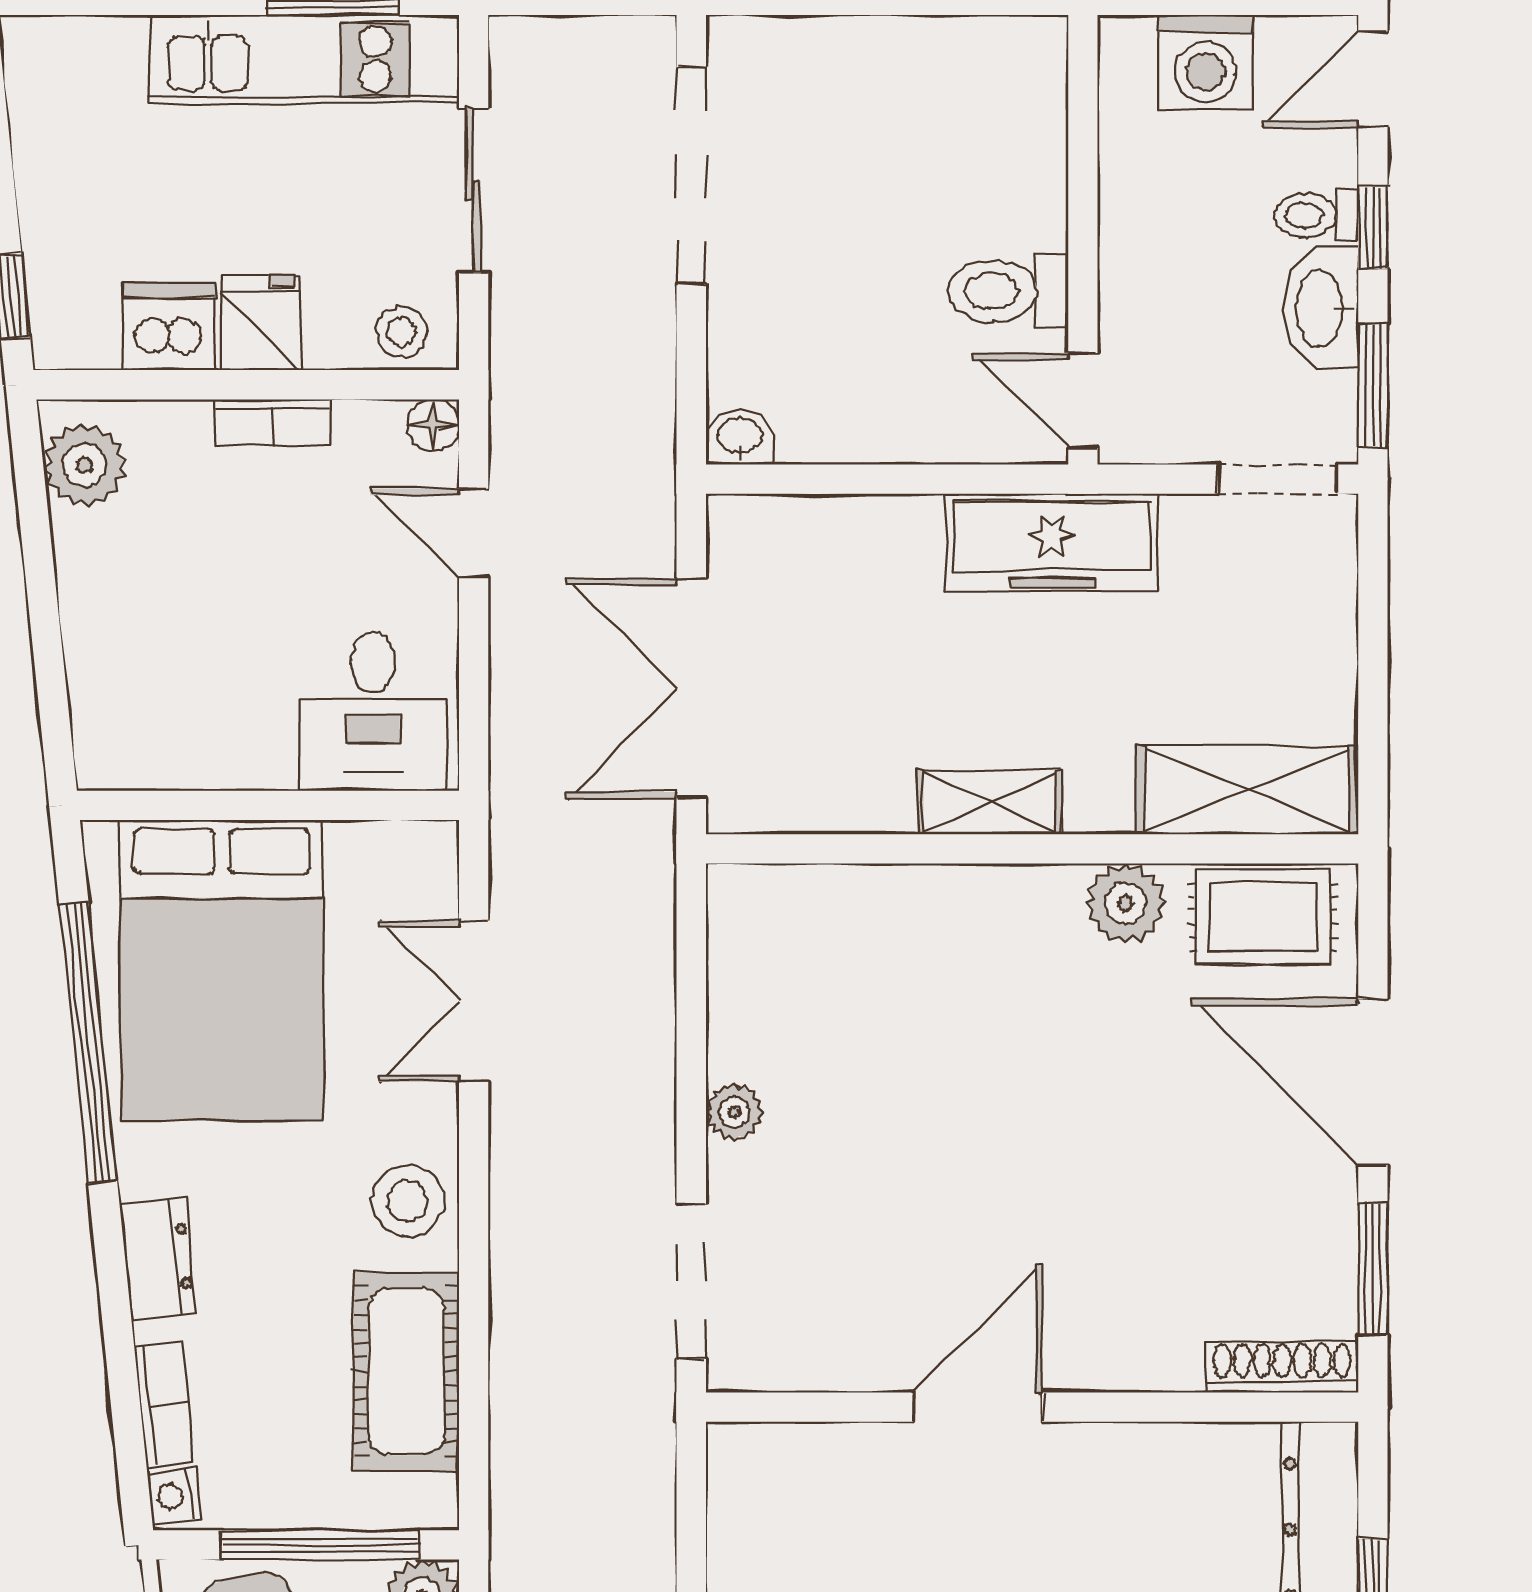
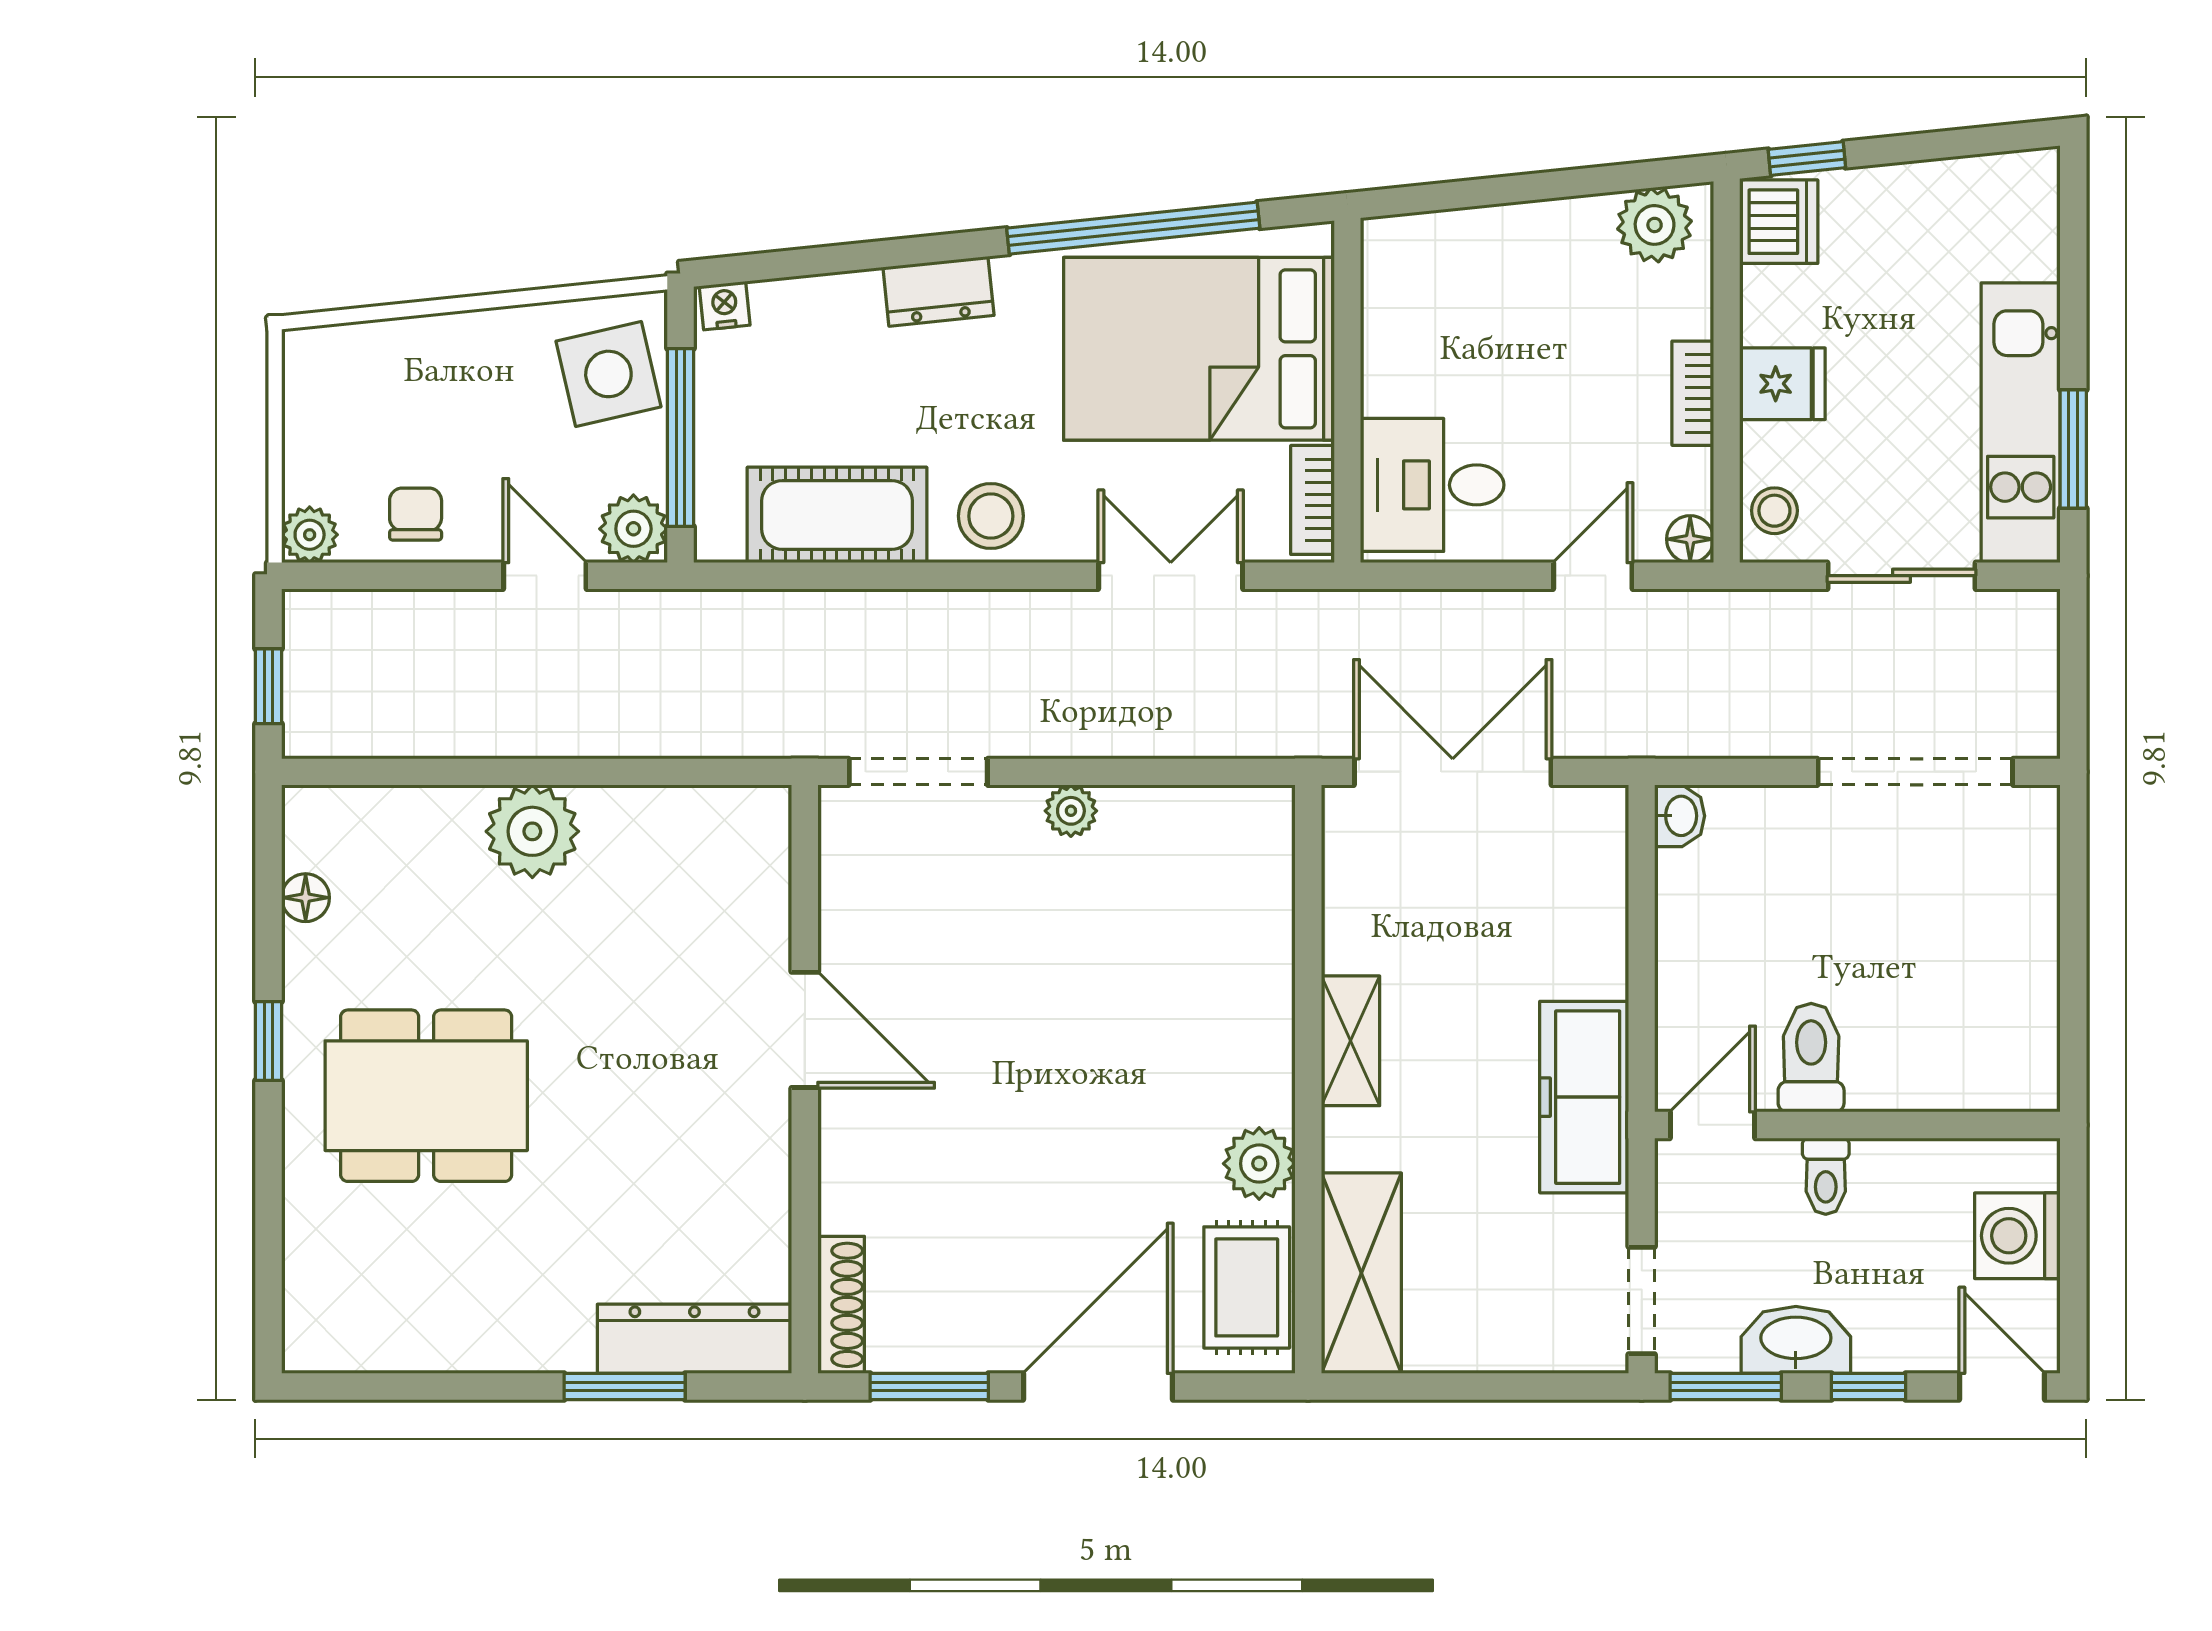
toilet: (1316, 215) -> (1826, 1176), moved, turned 180
dishwasher: (169, 327) -> (1779, 222), moved
bookcase: (164, 1404) -> (1313, 500), moved, turned 96

